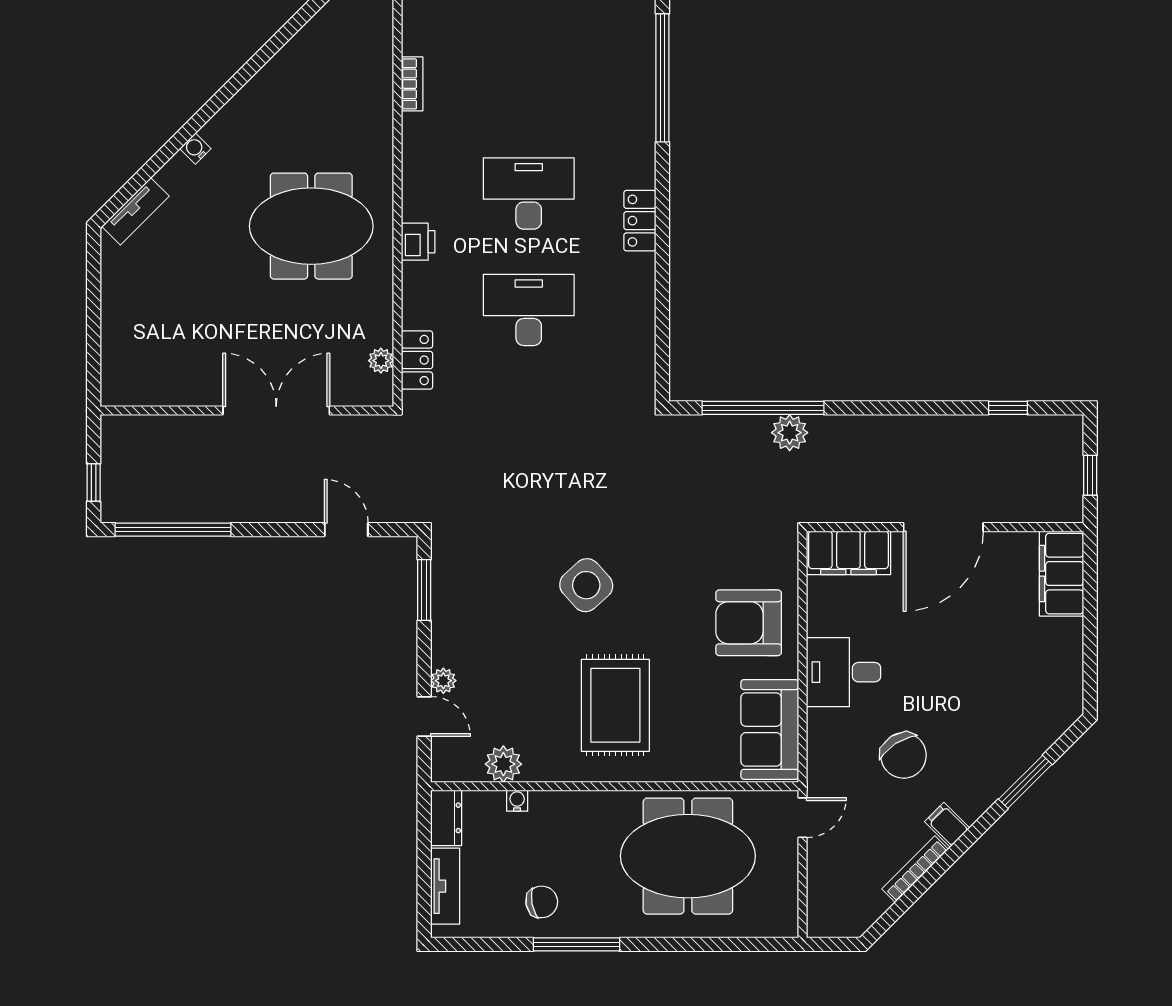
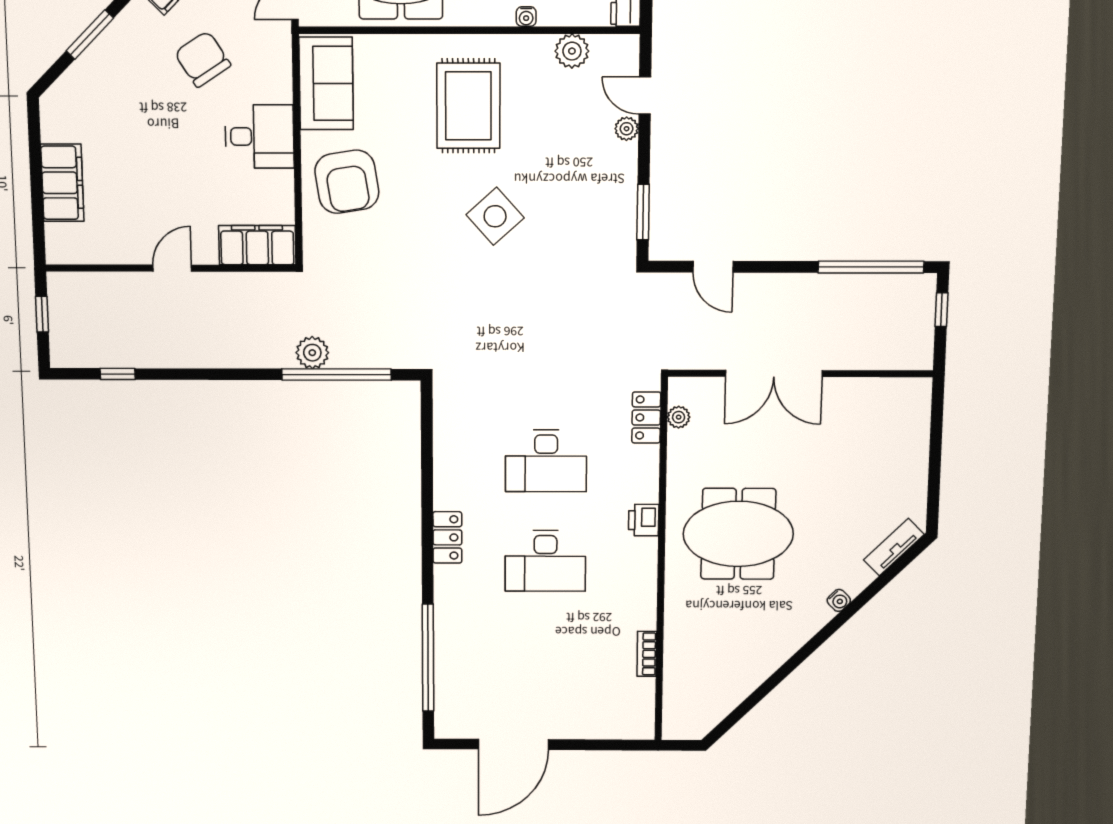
door: (943, 527) -> (172, 268), width x0.53
filing cabinet: (1062, 574) -> (62, 183), moved
armchair: (749, 623) -> (347, 182), turned 81
water cooler: (517, 801) -> (526, 17), moved

